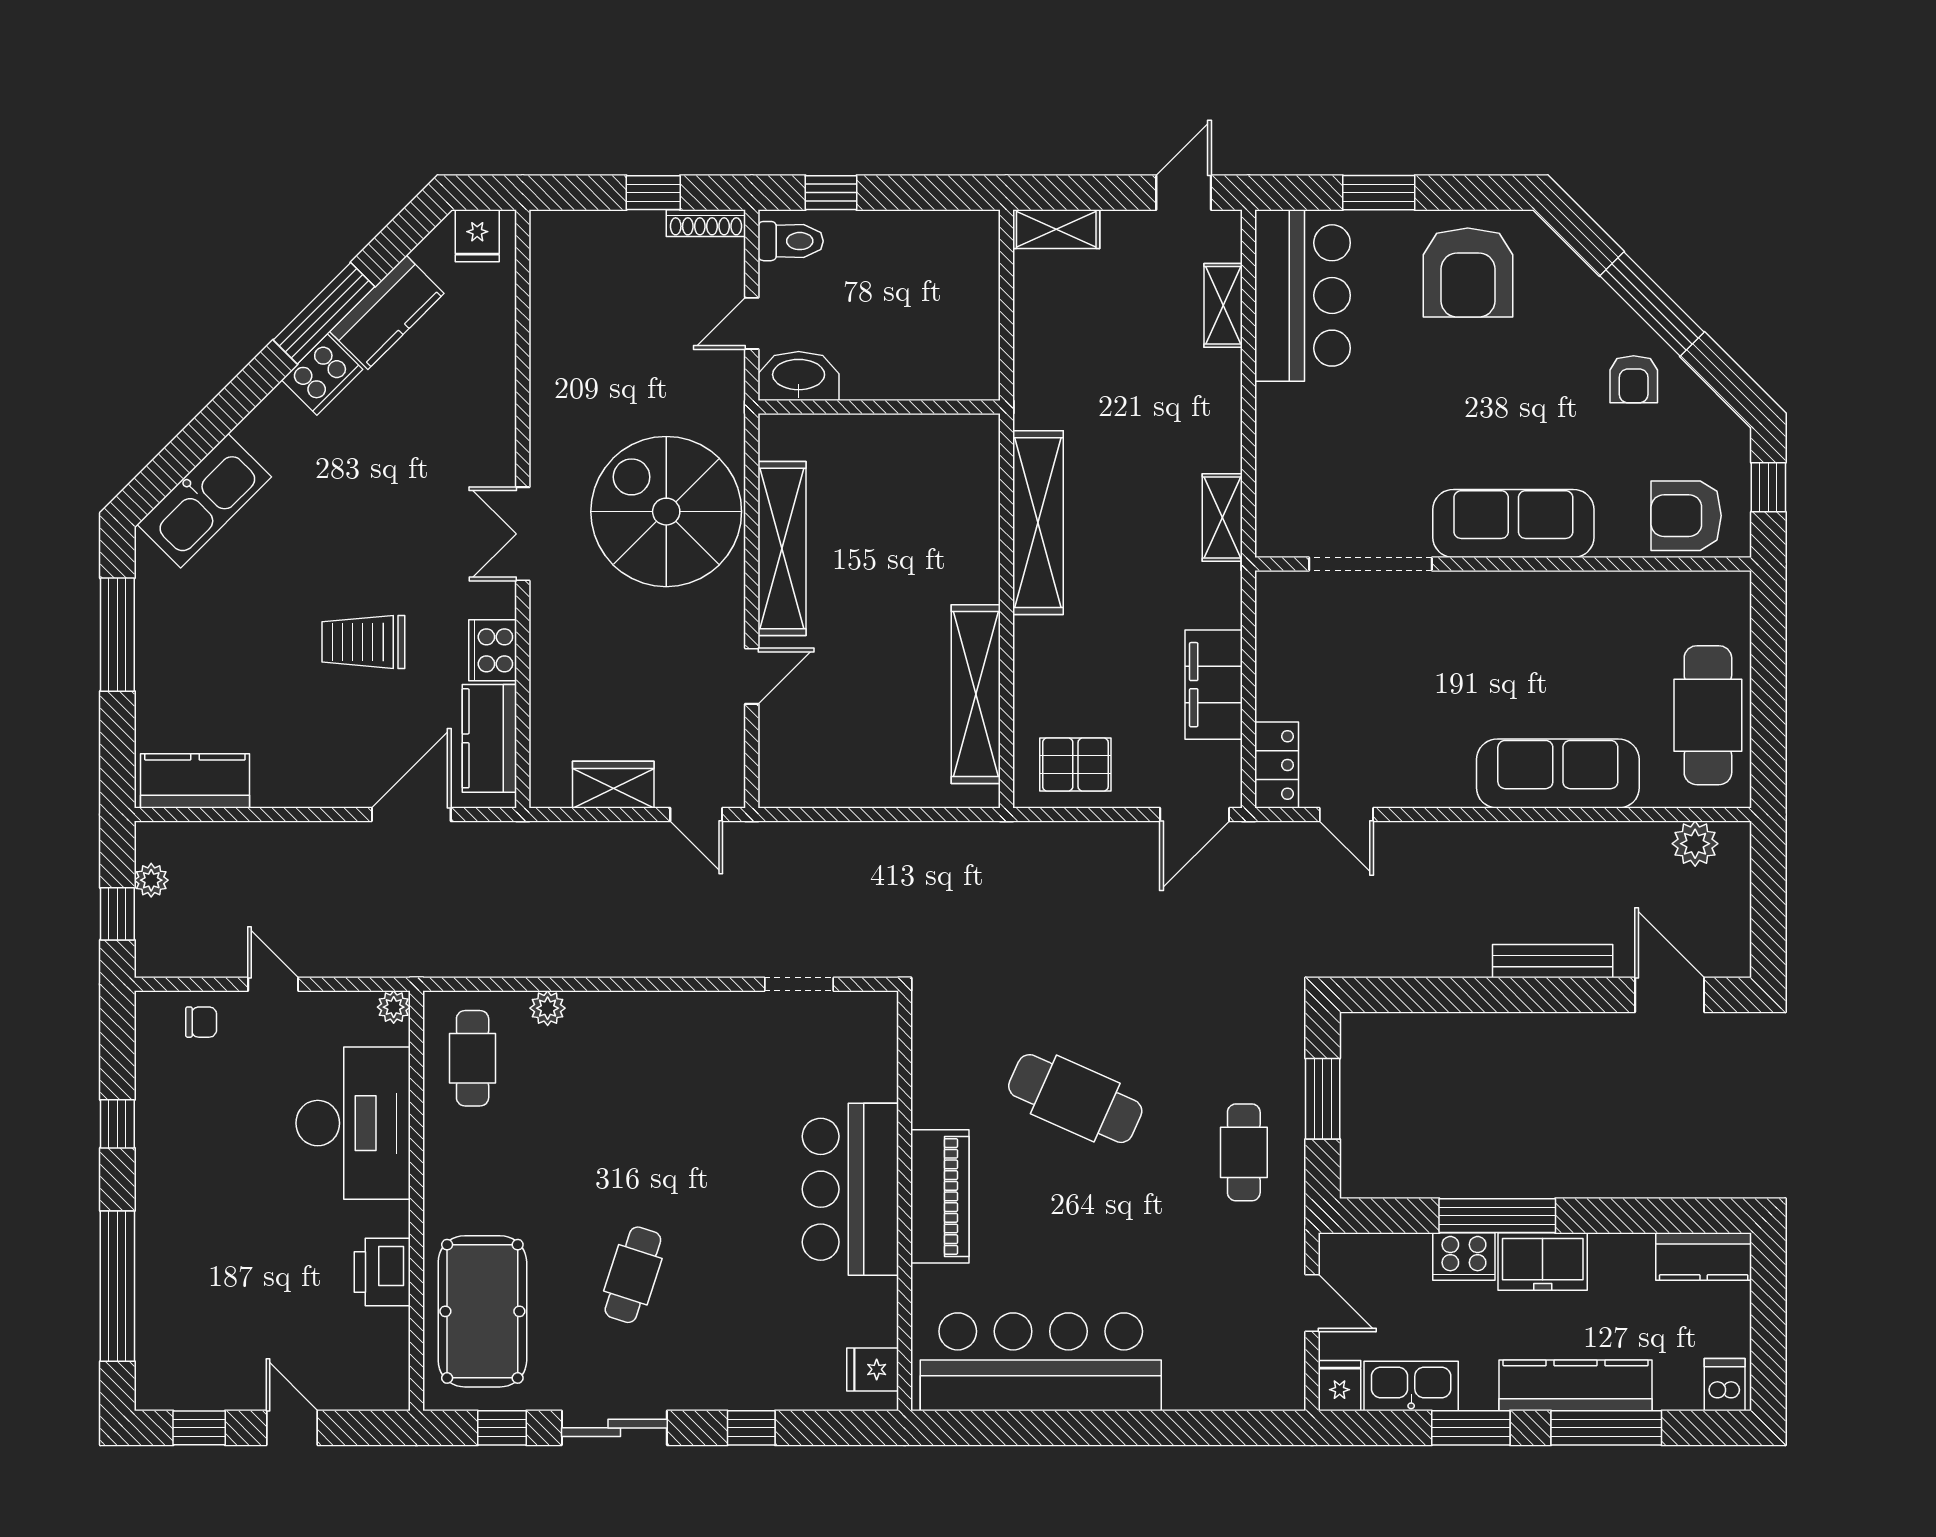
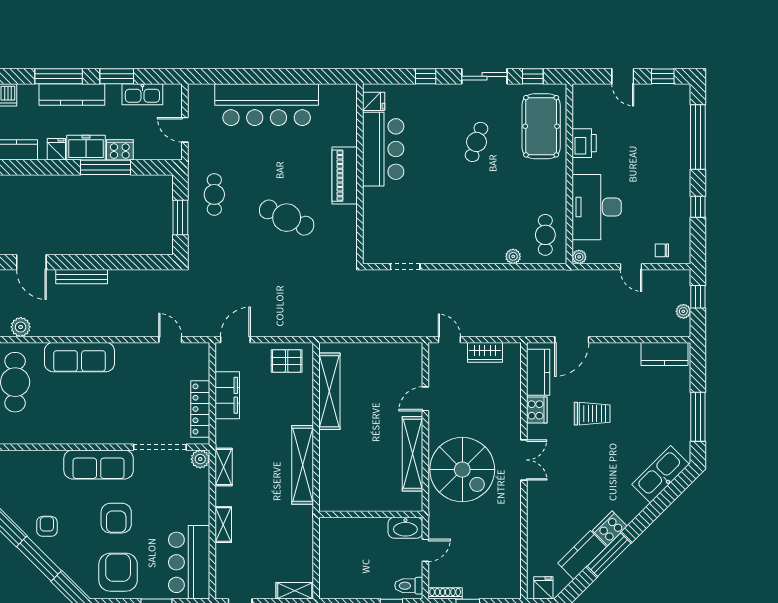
shelving: (1223, 305) -> (223, 525), moved
armchair: (1686, 516) -> (116, 518), moved, turned 90
plant: (1276, 536) -> (200, 459), added
locker: (1277, 765) -> (200, 409), moved, width x1.53
bar counter: (850, 1189) -> (383, 149), moved
bar counter: (1041, 1362) -> (267, 105), moved
fridge: (1340, 1386) -> (56, 149), moved, turned 180

